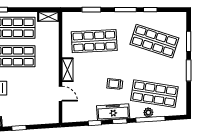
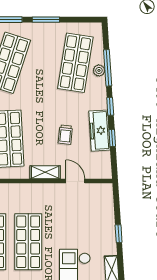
trolley: (115, 84) -> (65, 135), moved
door: (61, 94) -> (75, 181), hinge flipped
freezer: (113, 112) -> (100, 131), moved

